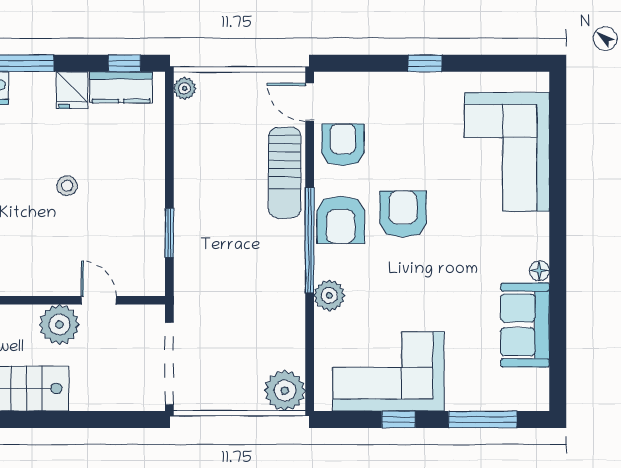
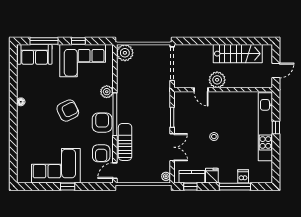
door: (310, 102) -> (115, 171), swing flipped
corner sofa: (507, 152) -> (56, 166), moved, turned -90
double door: (169, 160) -> (172, 147), added
armchair: (403, 214) -> (68, 111), moved, turned -116
sofa: (525, 325) -> (35, 54), moved, turned 90

